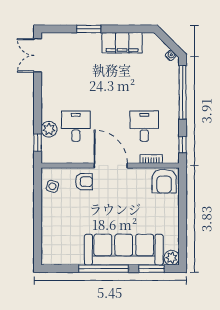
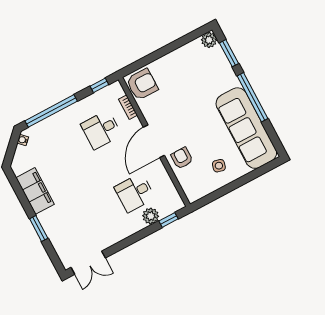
side table: (52, 186) -> (219, 166), moved
sofa: (124, 250) -> (246, 128), moved

